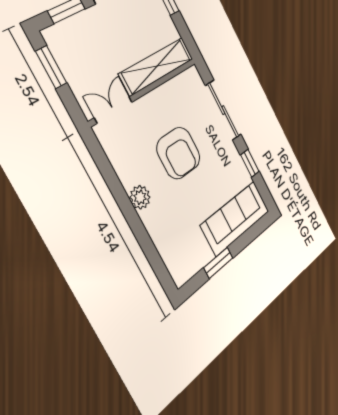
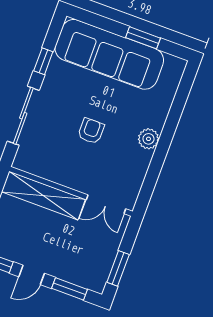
armchair: (179, 153) -> (91, 131), width x0.53, depth x0.53
sofa: (235, 218) -> (109, 54), width x1.36, depth x1.27

